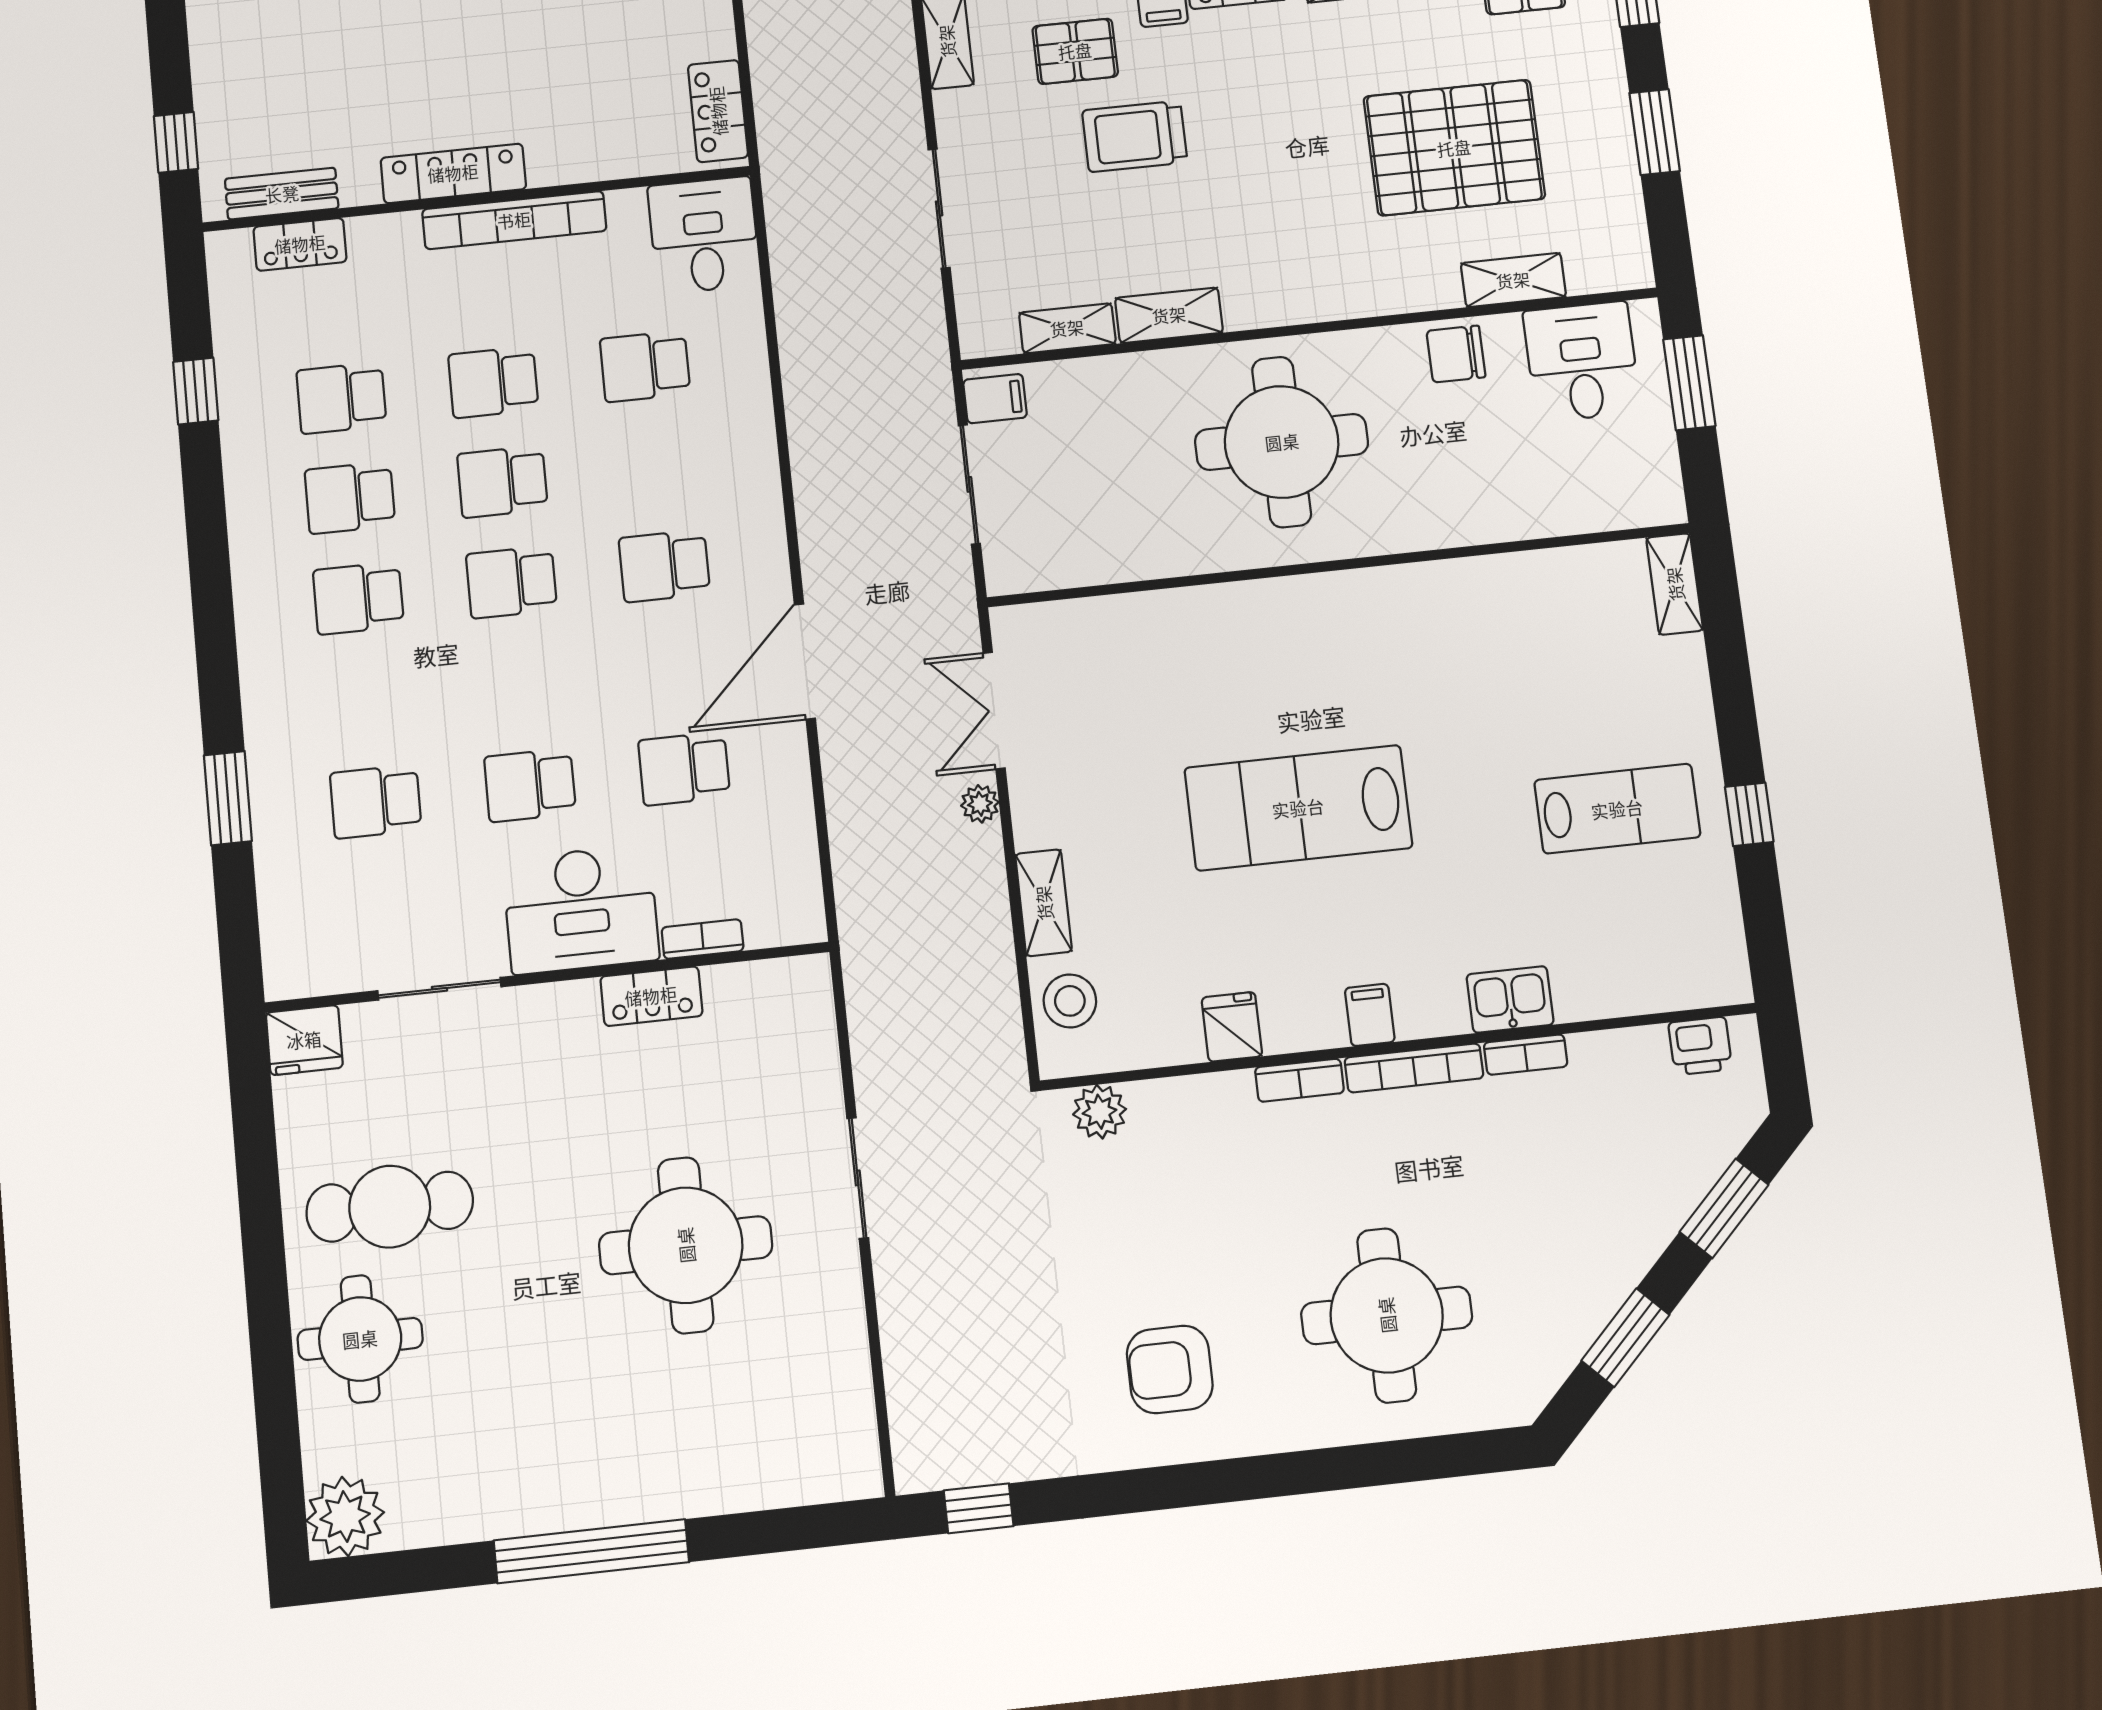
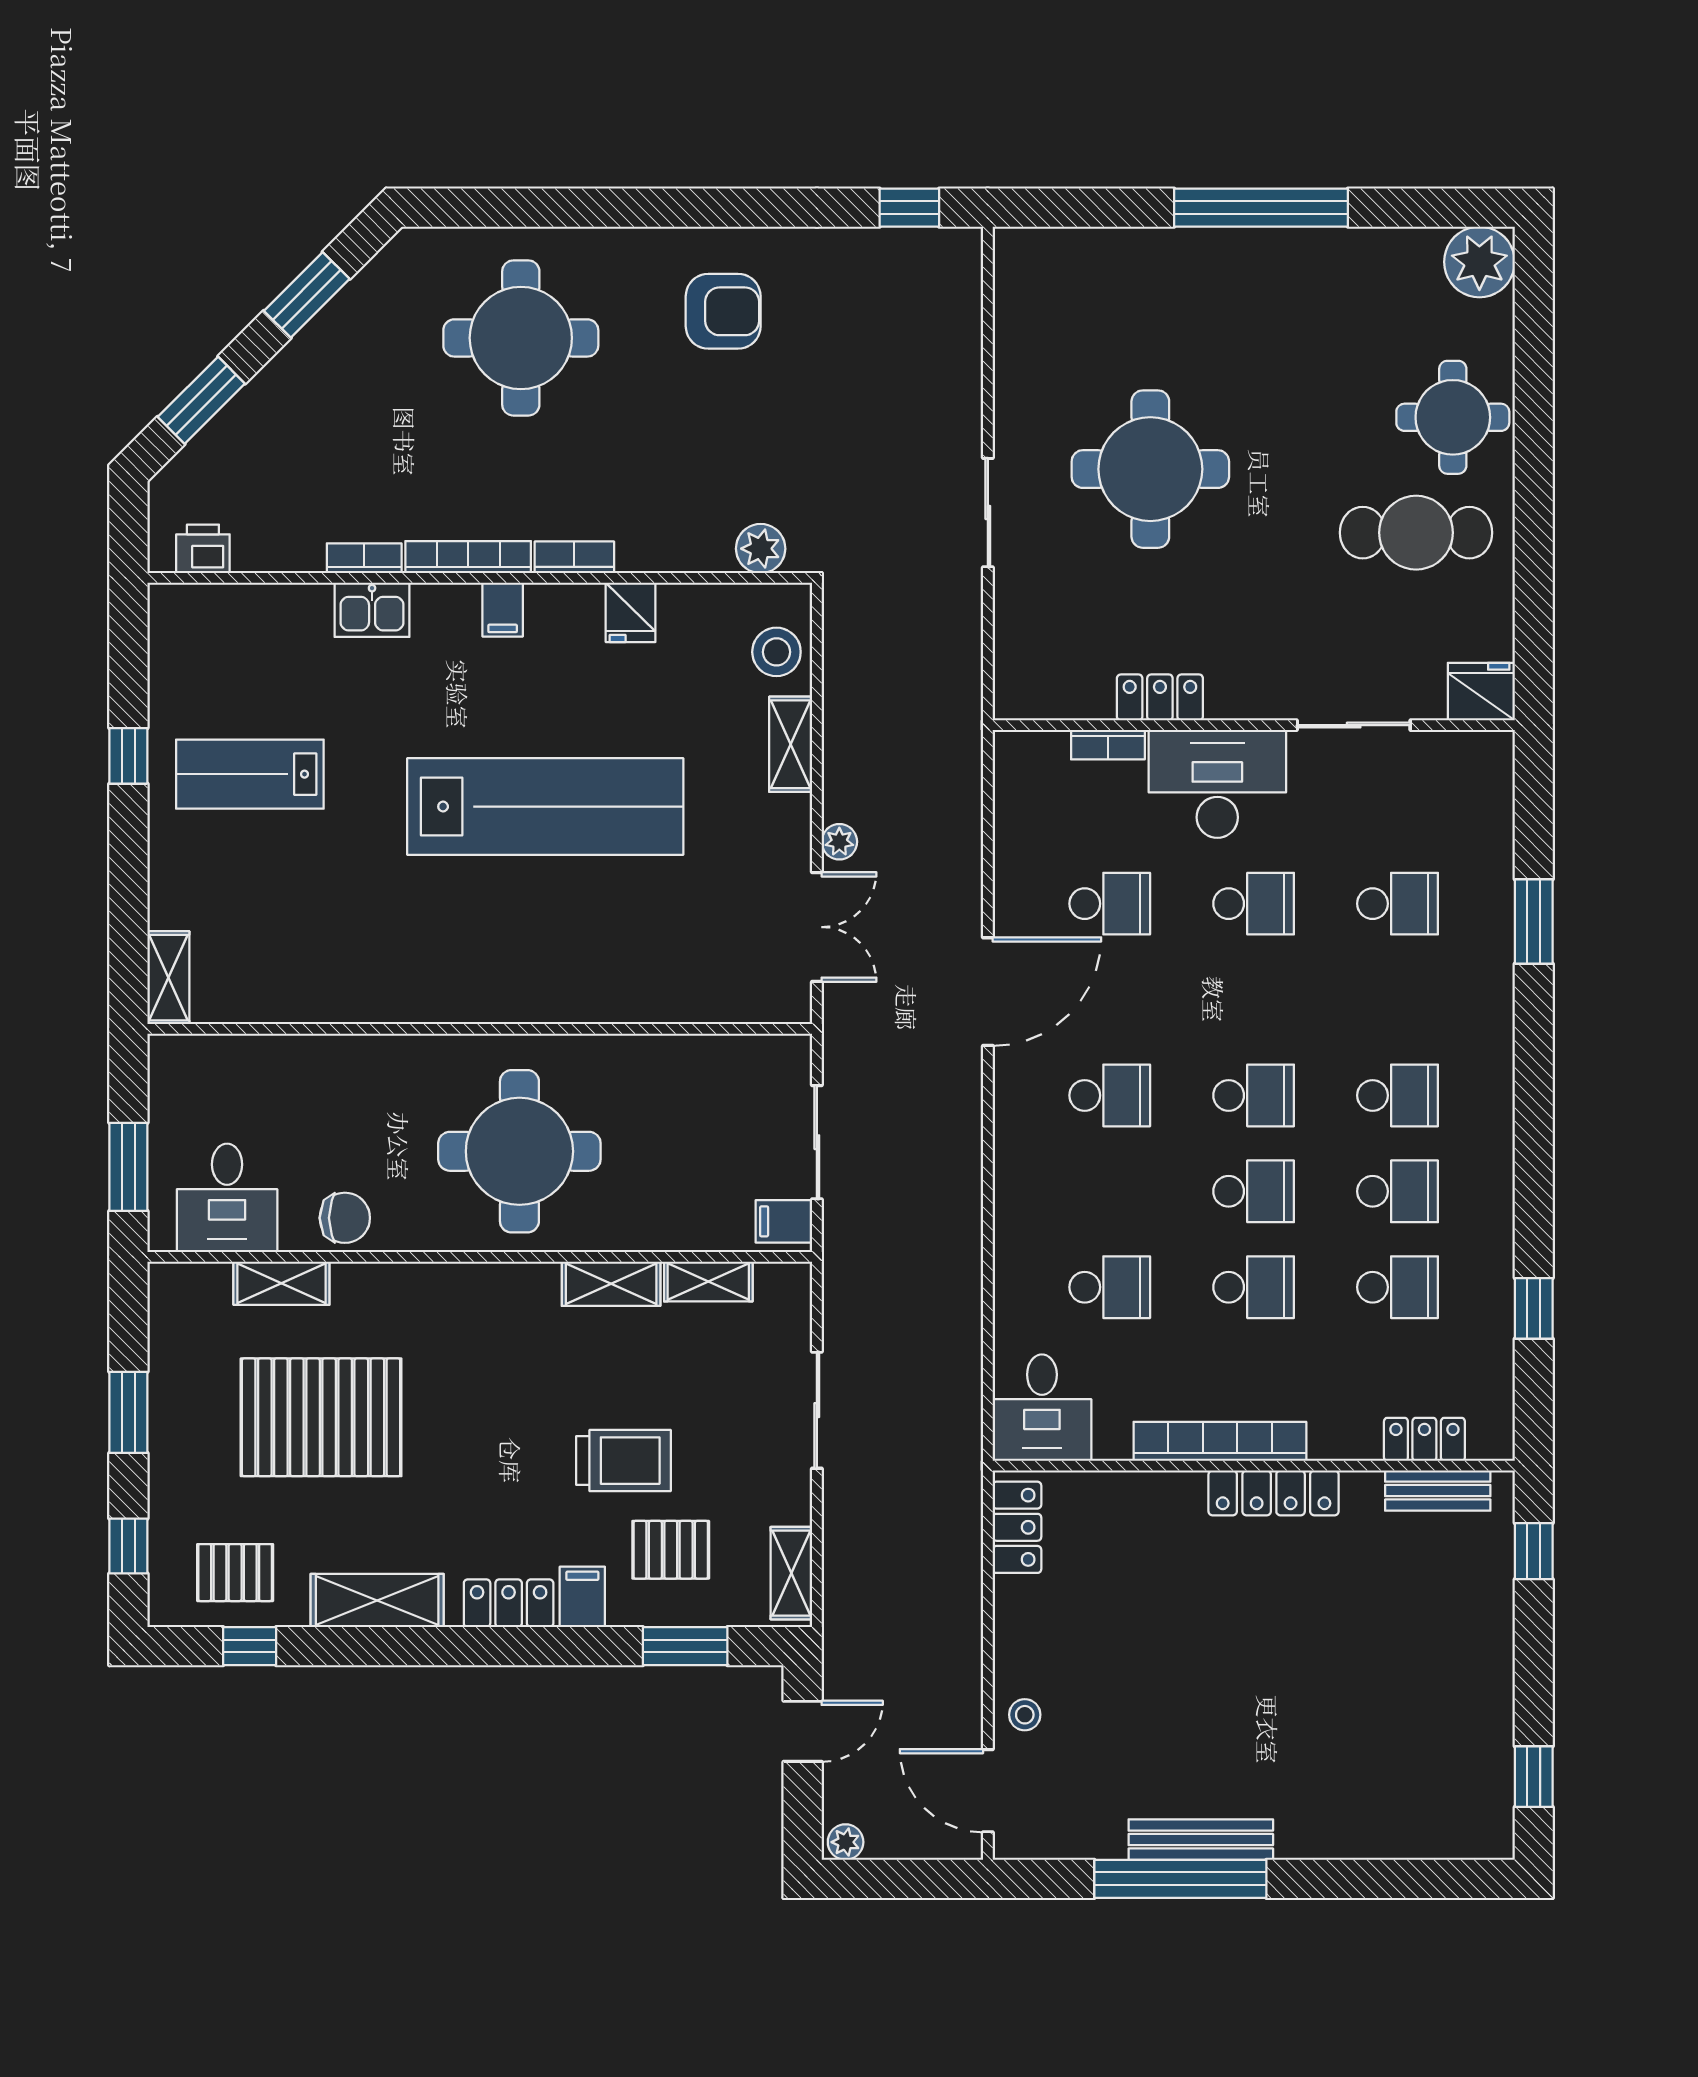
lab bench: (1298, 808) -> (545, 807), width x1.36

